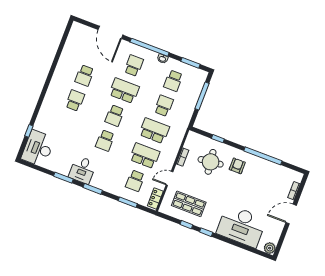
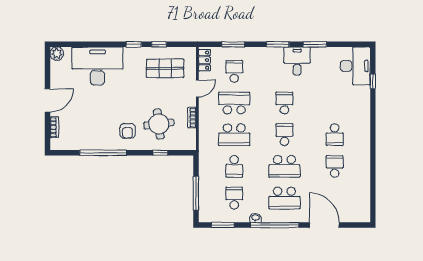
school desk: (134, 66) -> (284, 198), width x1.85
school desk: (145, 156) -> (234, 103), turned 180

